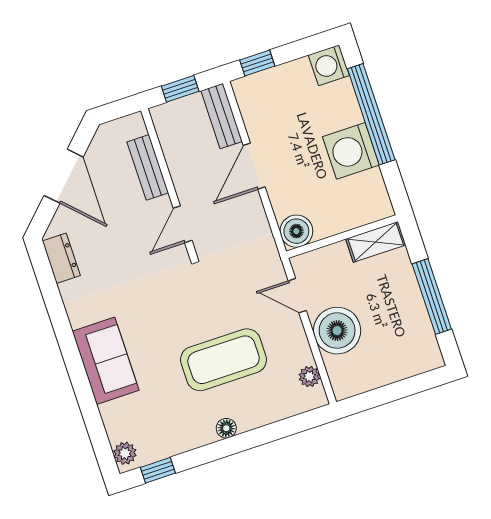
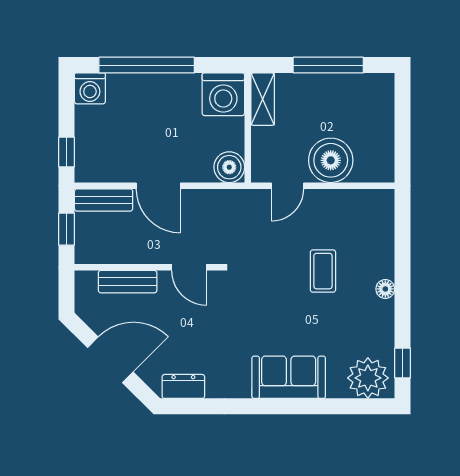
washing machine: (351, 151) -> (223, 94), moved
coffee table: (223, 360) -> (323, 271), width x0.54, depth x0.58
plant: (309, 377) -> (364, 199), removed
plant: (125, 453) -> (368, 378), width x1.87, depth x1.87

